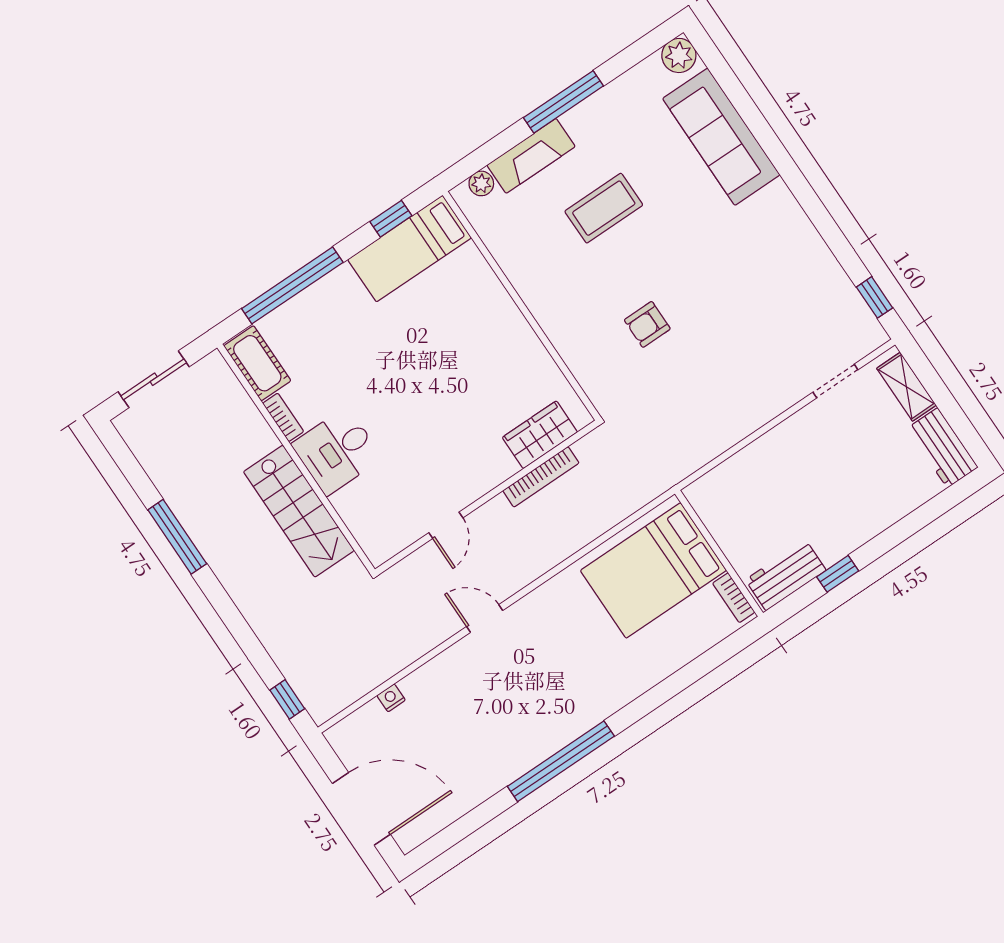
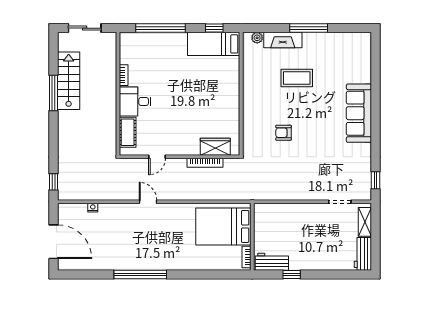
plant: (679, 55) -> (364, 40), removed
sofa: (721, 137) -> (359, 113), moved
cot: (257, 363) -> (128, 132), moved
stairs: (299, 511) -> (69, 81), moved, turned 180

